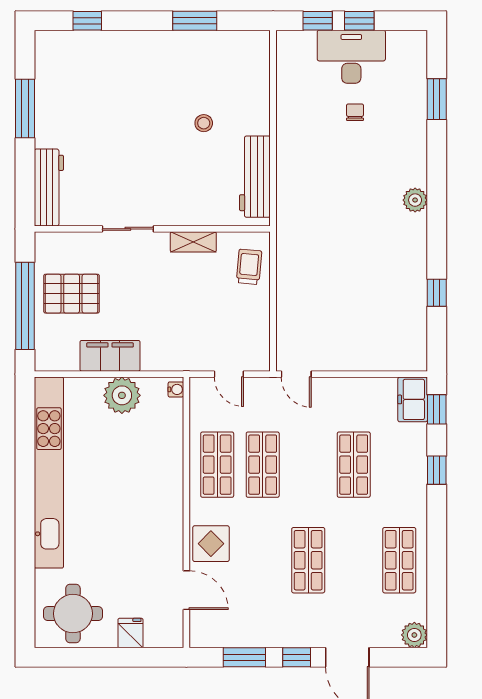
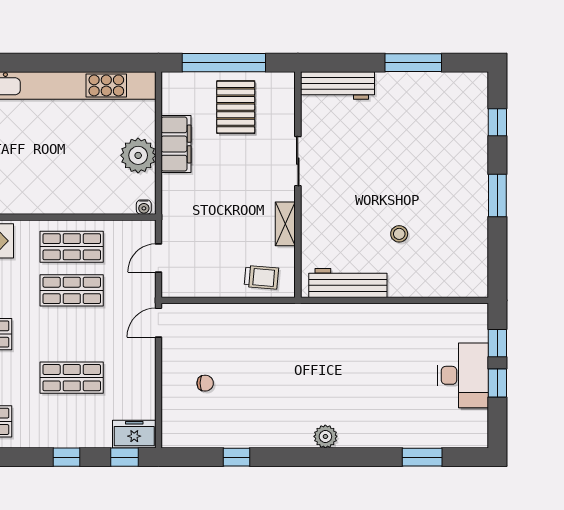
window: (195, 21) -> (497, 196), moved
chair: (355, 112) -> (205, 383), moved

